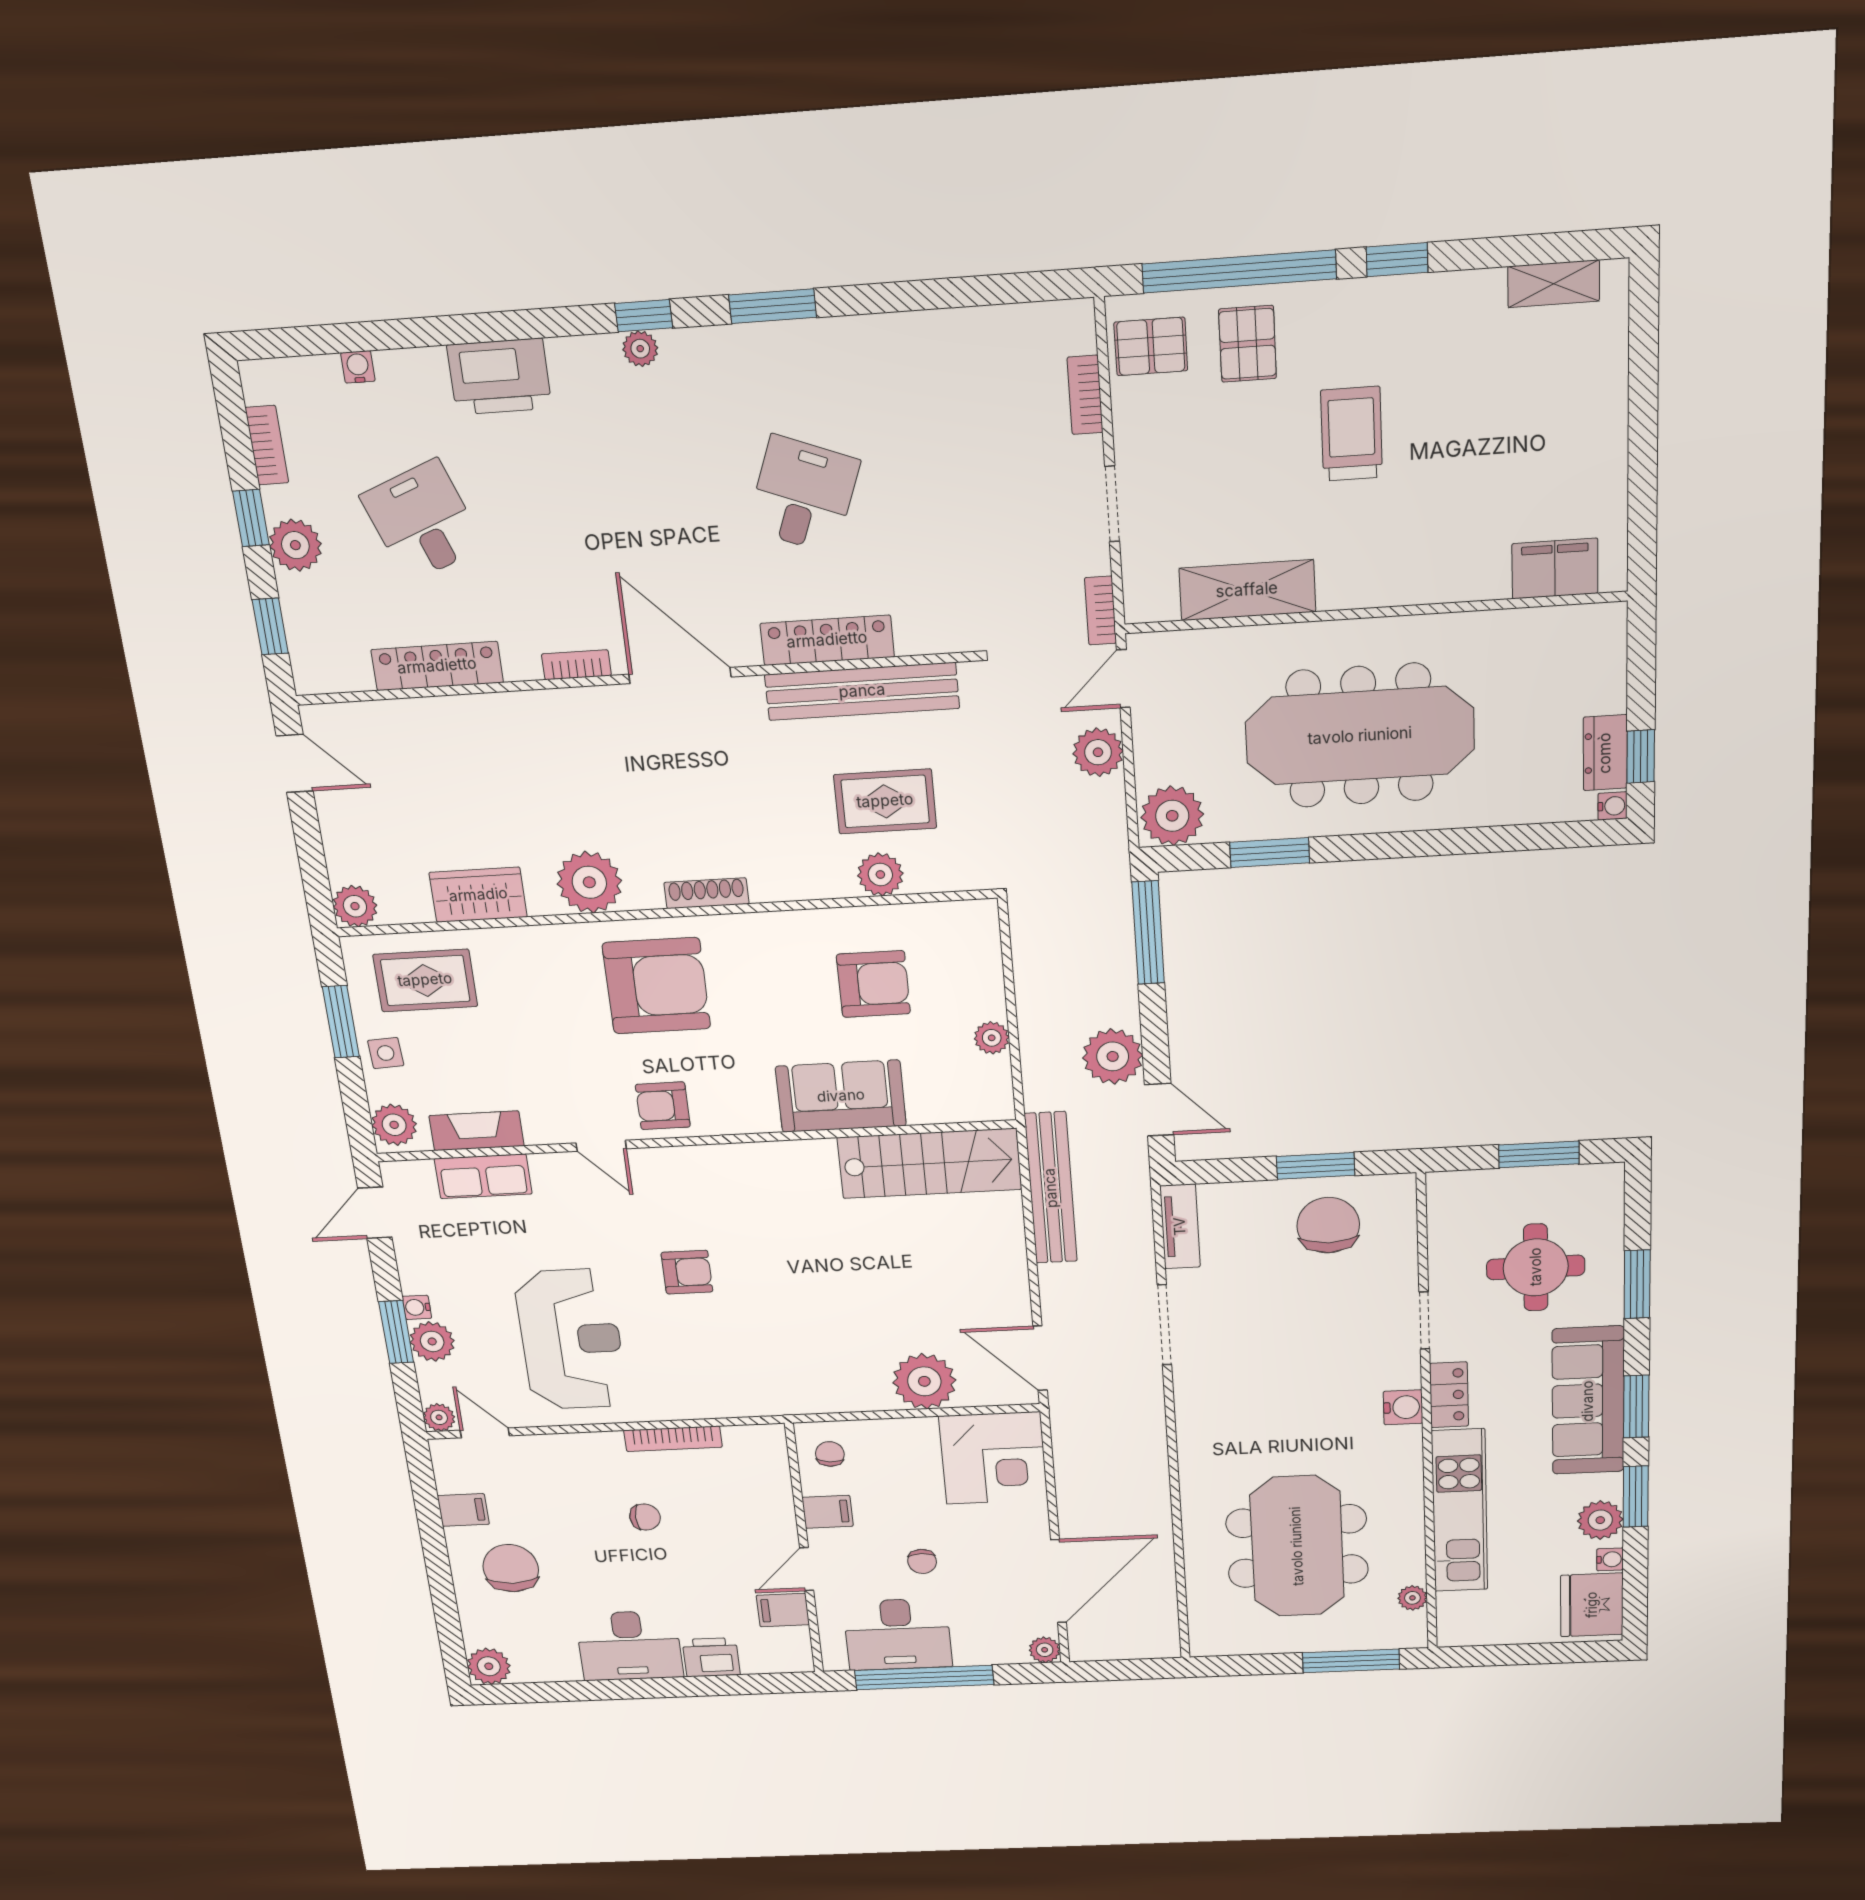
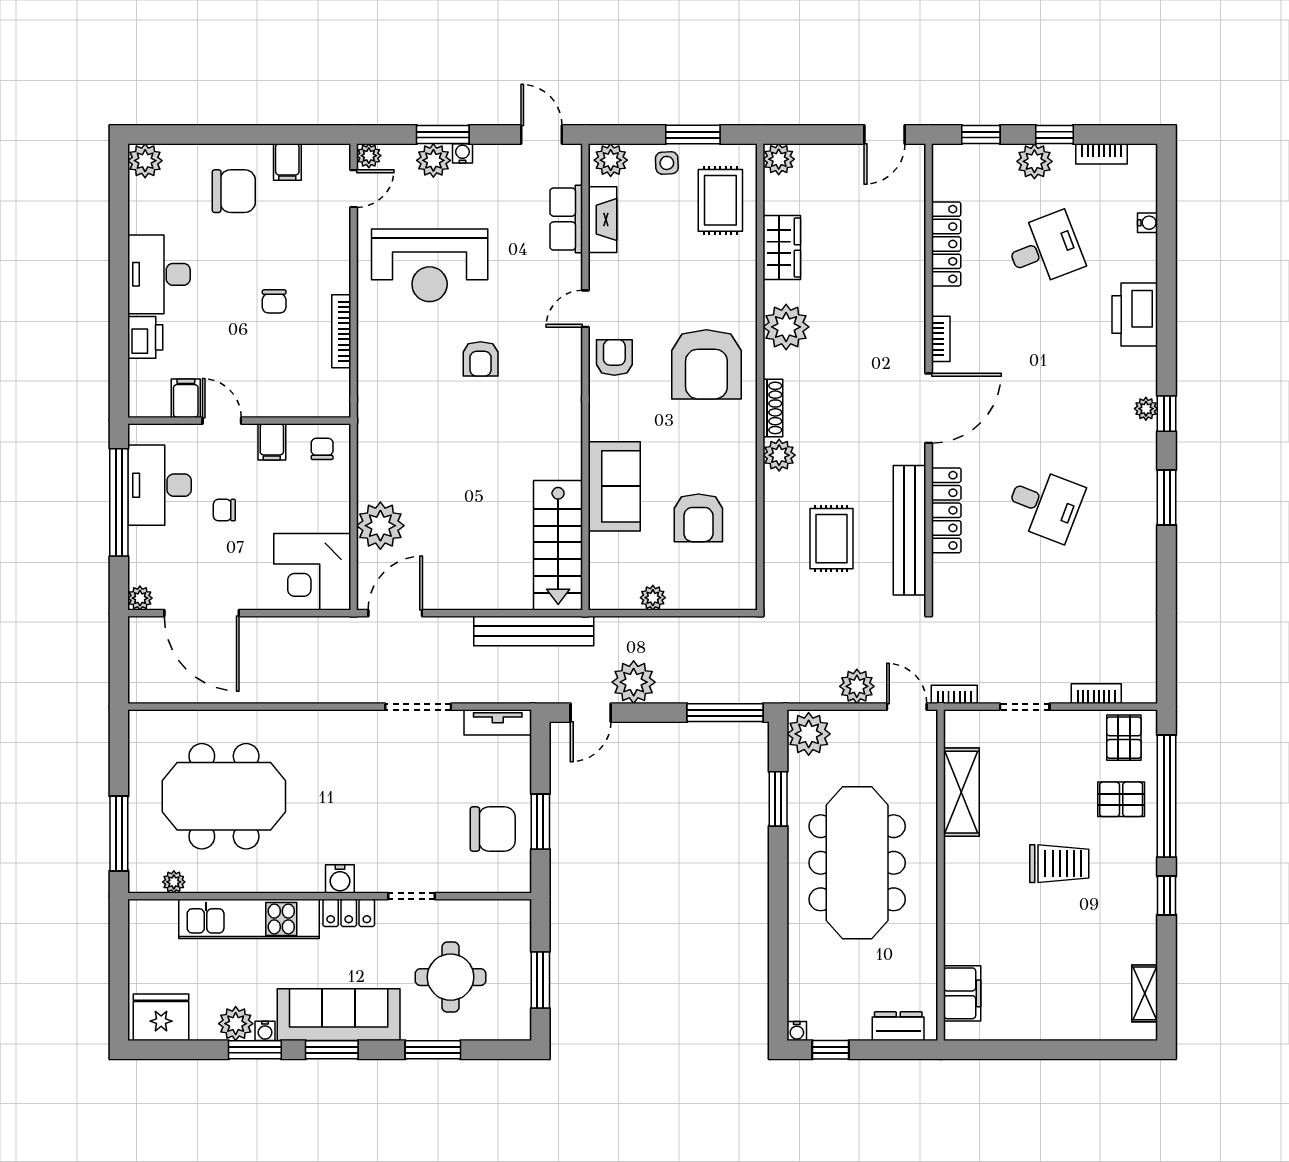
dresser: (1605, 753) -> (898, 1026), moved
plant: (880, 874) -> (779, 455), moved
chair: (830, 1454) -> (322, 449), turned -95
water cooler: (1610, 1559) -> (265, 1031), moved

